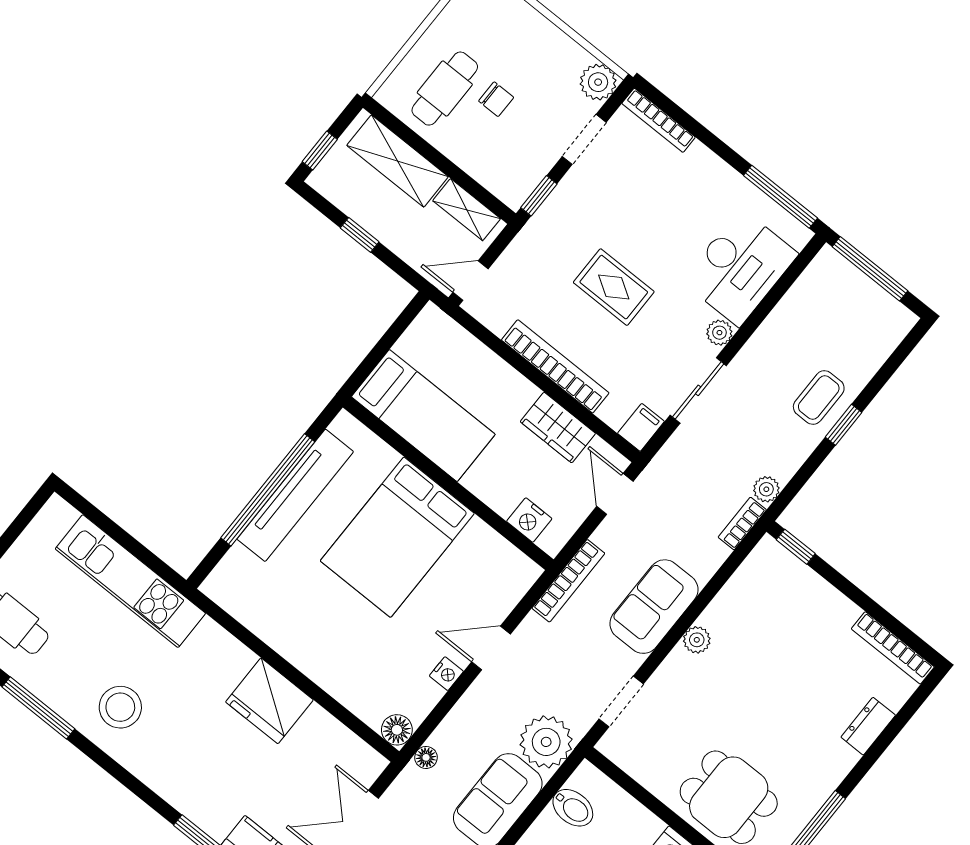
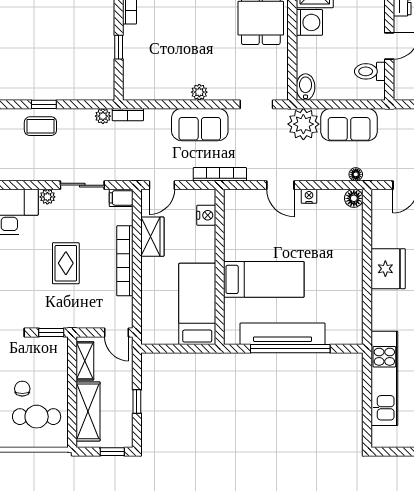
bed: (397, 537) -> (264, 279), width x0.67
window: (796, 547) -> (119, 47), moved
bidet: (573, 808) -> (306, 87), moved

